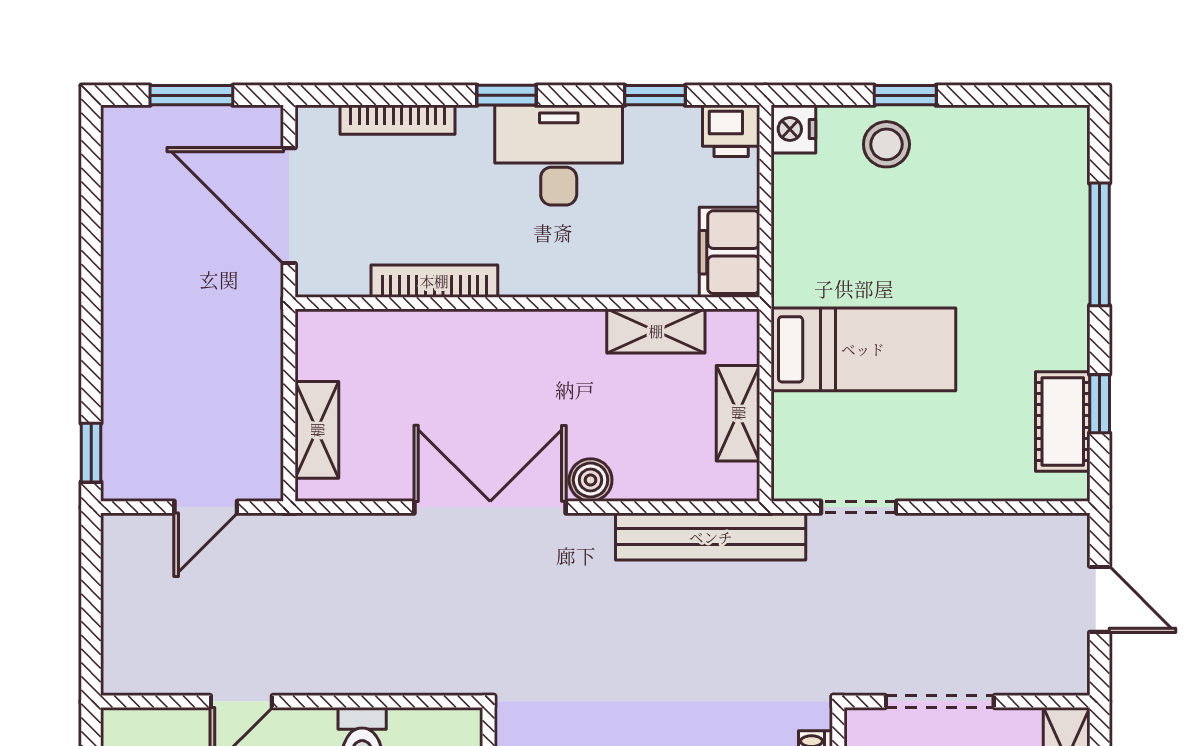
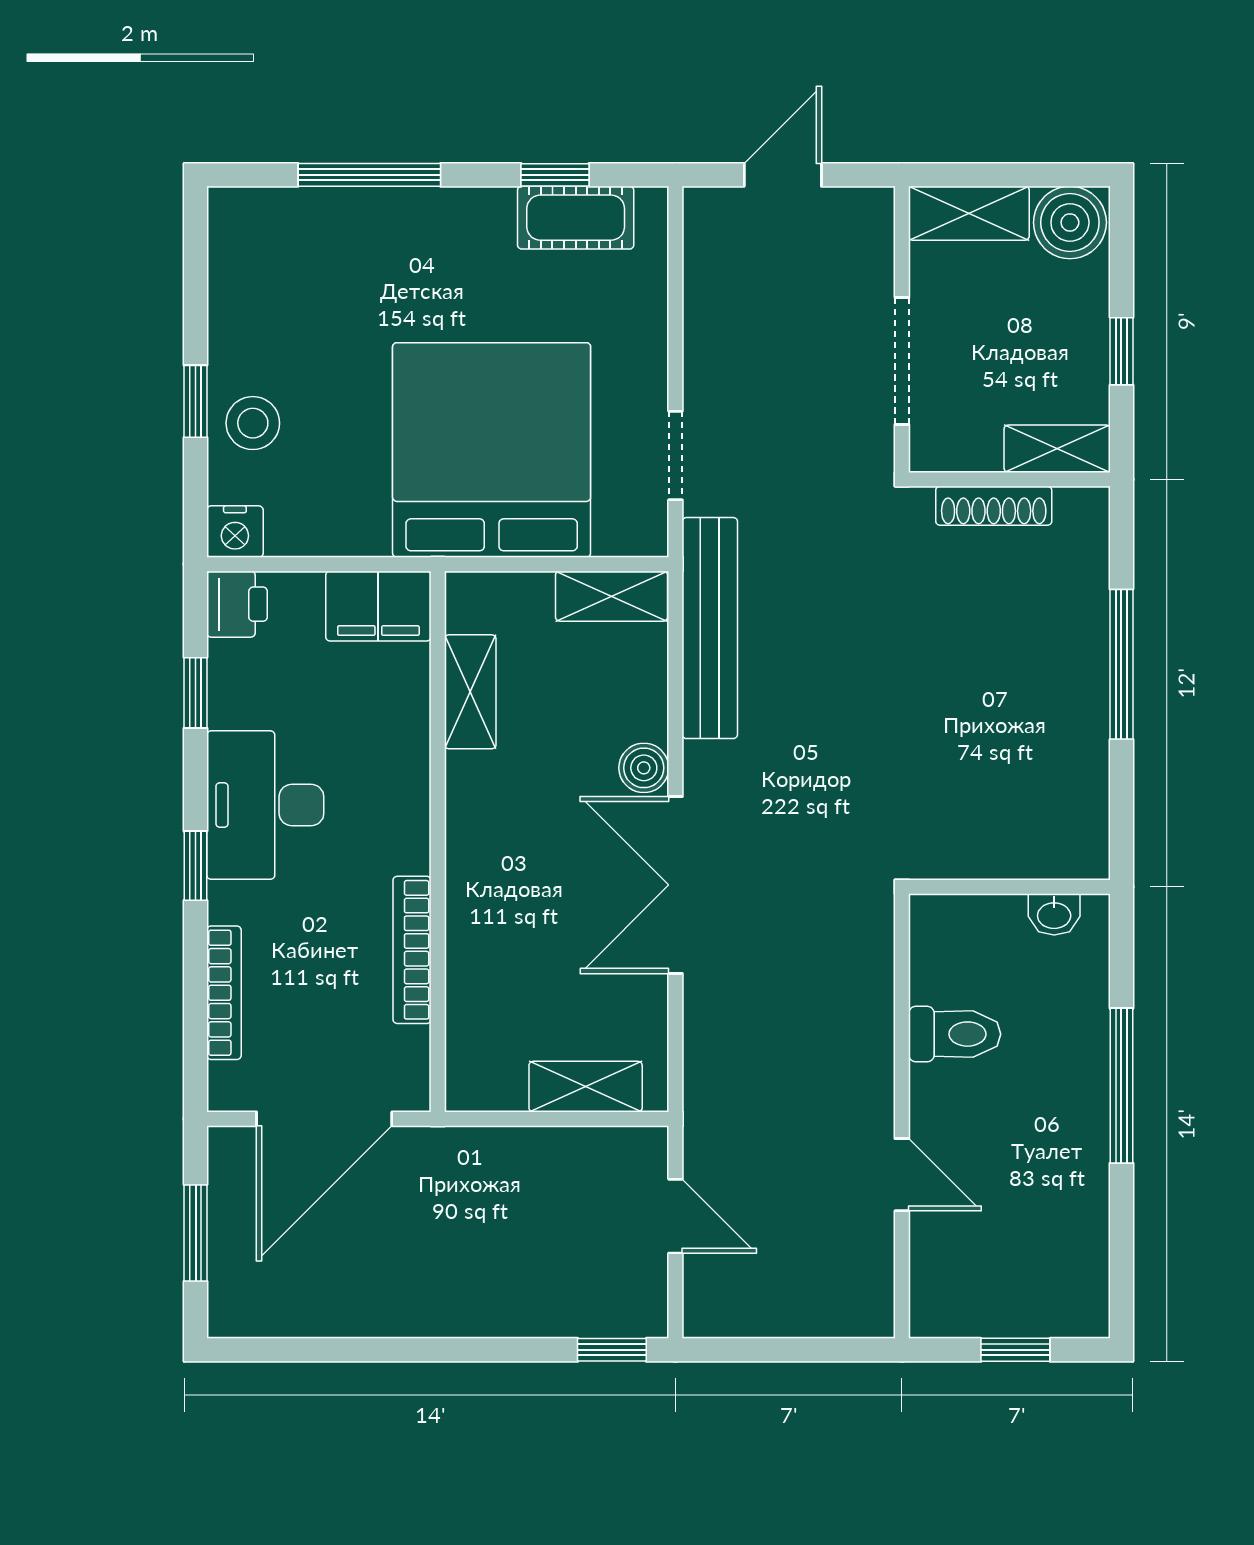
bed: (863, 349) -> (492, 450), width x2.04
shelving: (738, 413) -> (612, 596), moved

